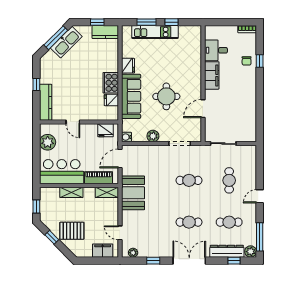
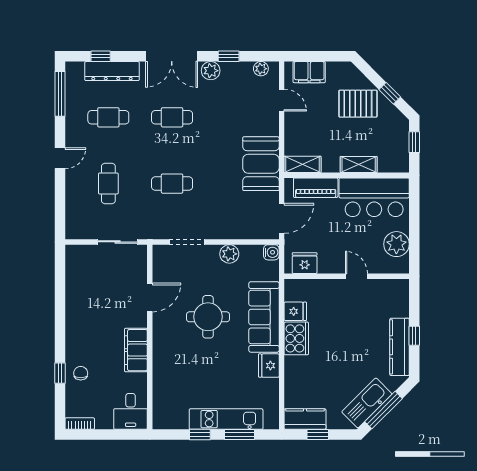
desk: (216, 50) -> (131, 411), moved, turned 90
kitchen counter: (46, 102) -> (400, 347), moved
plant: (251, 252) -> (211, 71), moved

